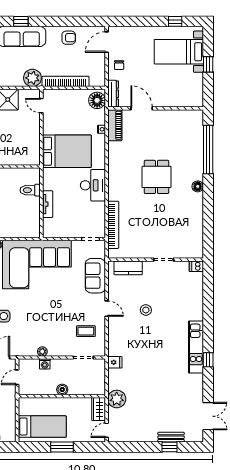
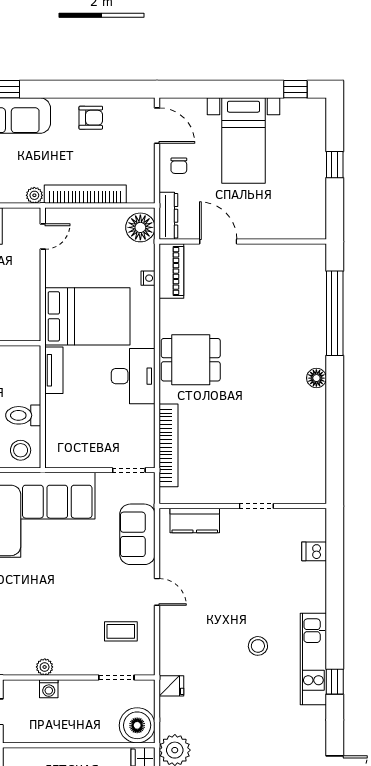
window: (175, 21) -> (295, 89), moved
door: (107, 42) -> (157, 126), swing flipped
bed with nightstands: (179, 52) -> (244, 141), moved, turned -90
plant: (32, 78) -> (34, 195), width x0.53, depth x0.53
door: (41, 106) -> (43, 236), swing flipped
dining table: (157, 177) -> (191, 360), moved, turned 90
toilet: (30, 190) -> (23, 415), moved
tv unit: (48, 204) -> (54, 370), moved
stool: (29, 228) -> (21, 450), added
dishwasher: (196, 266) -> (314, 551), moved
stool: (146, 310) -> (258, 646), moved
boiler: (62, 390) -> (137, 725), moved, width x1.86, depth x1.86

